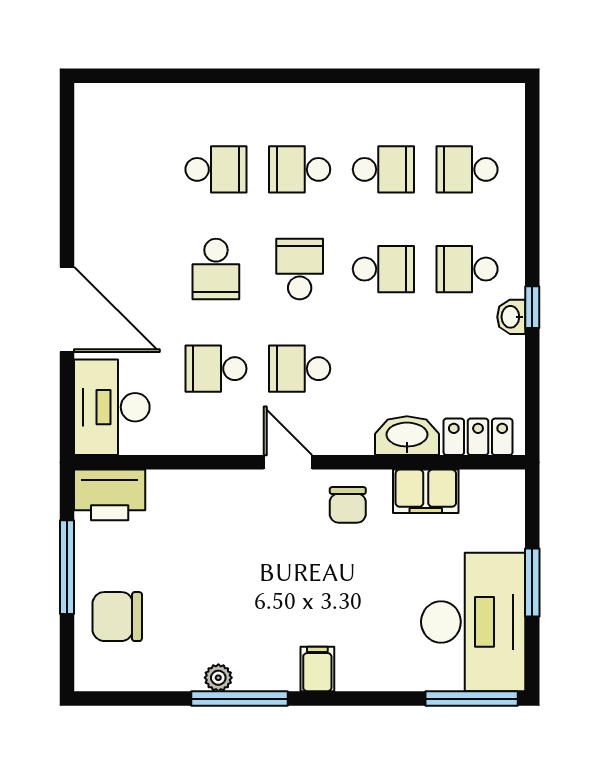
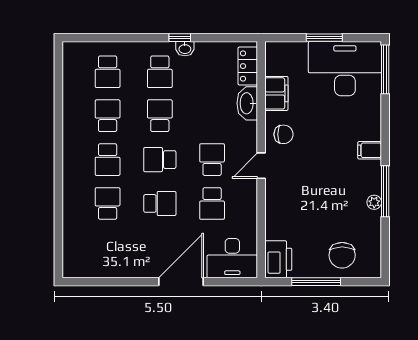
school desk: (300, 369) -> (212, 160), turned 180

